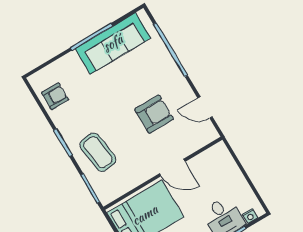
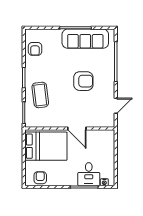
armchair: (55, 96) -> (35, 49), turned 90
door: (205, 107) -> (116, 106), swing flipped
armchair: (154, 114) -> (83, 81), moved

